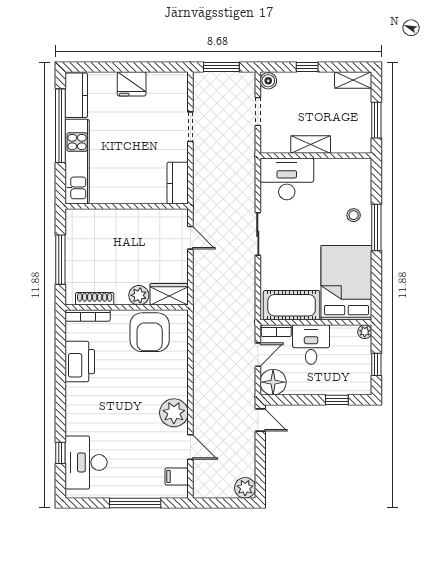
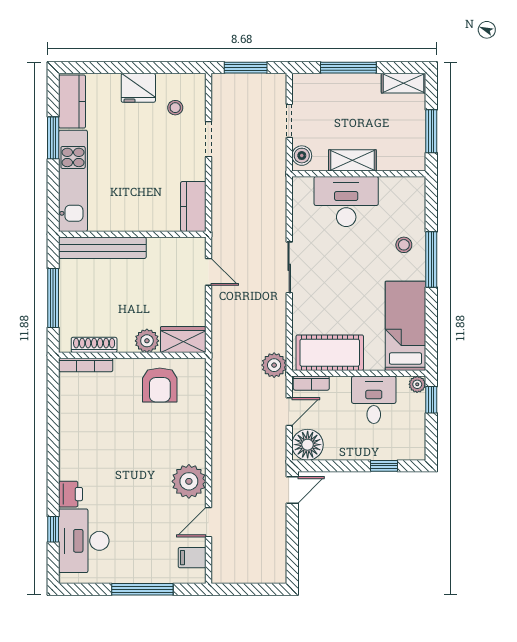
window: (307, 67) -> (348, 68), width x2.17
boiler: (268, 81) -> (302, 156), moved
stool: (162, 100) -> (175, 108), added
window: (60, 126) -> (53, 138), width x0.47
desk: (287, 179) -> (346, 202), moved
bench: (102, 218) -> (102, 248), added
bed: (346, 283) -> (405, 326), width x0.67
armchair: (150, 332) -> (160, 385), width x0.73, depth x0.73
desk: (311, 345) -> (374, 400), moved
printer: (80, 362) -> (71, 494), moved, width x0.53, depth x0.68
window: (376, 364) -> (431, 400), moved
door: (260, 420) -> (292, 490), hinge flipped
door: (190, 447) -> (209, 522), swing flipped
plant: (245, 488) -> (274, 365), moved

